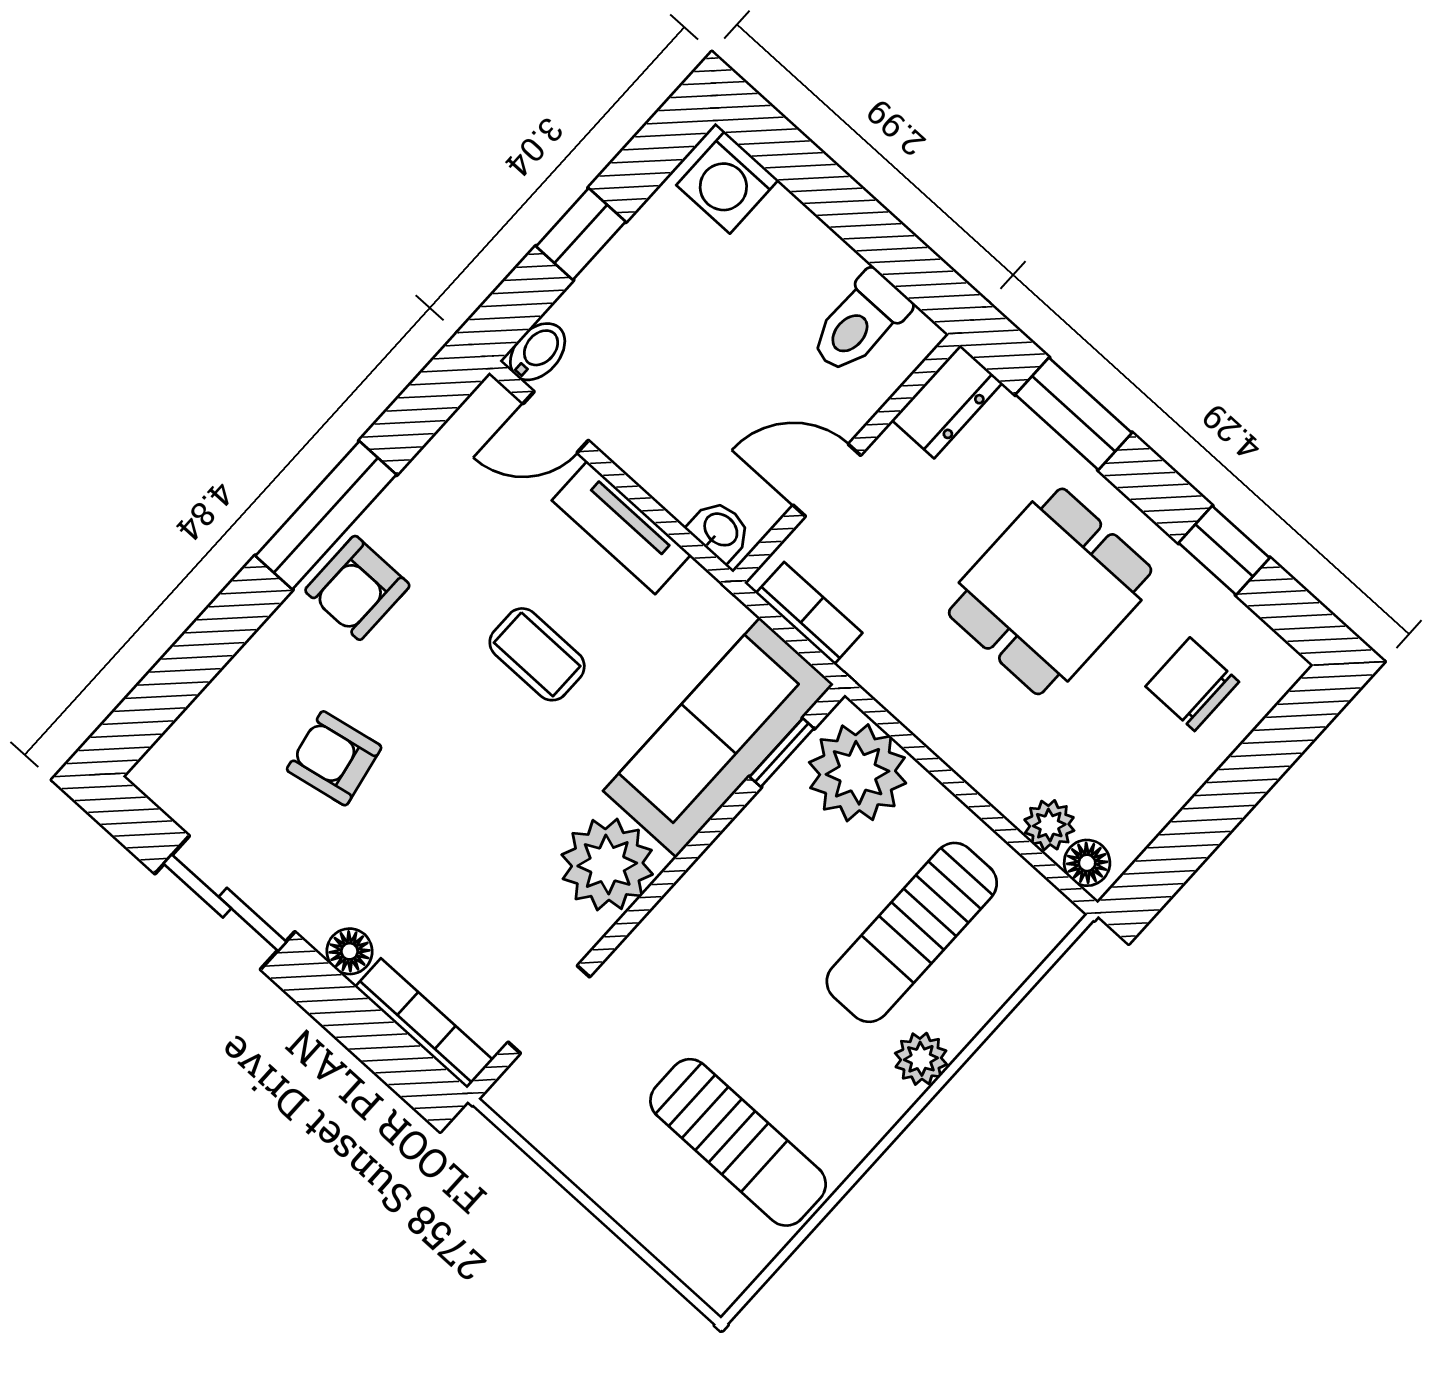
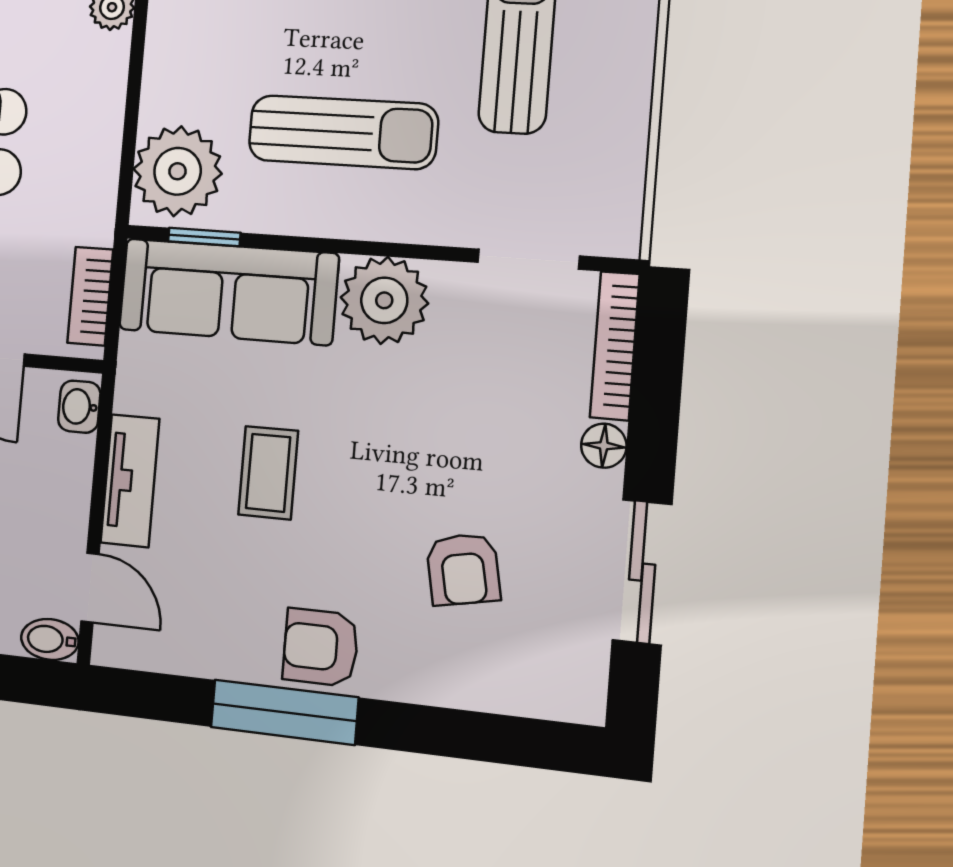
armchair: (357, 588) -> (321, 647), turned 180
sun lounger: (912, 932) -> (343, 132), moved

